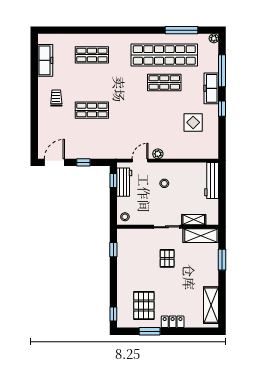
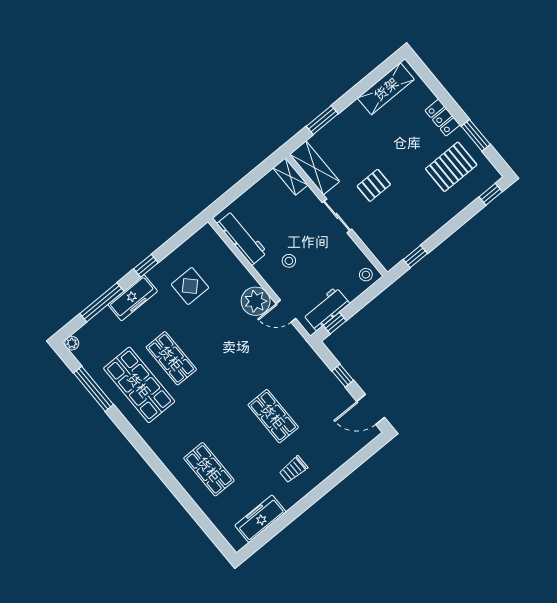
shop shelf: (164, 55) -> (139, 385), width x0.71
plant: (158, 154) -> (256, 301), width x1.88, depth x1.88
workbench: (212, 181) -> (242, 238), moved, turned -90
shelving: (194, 220) -> (290, 176), moved

